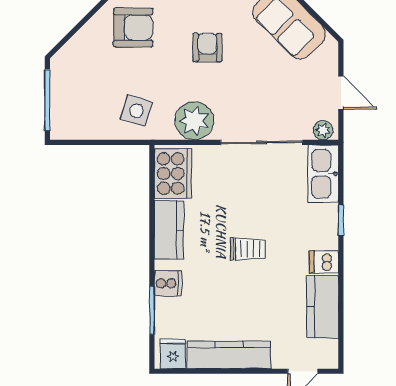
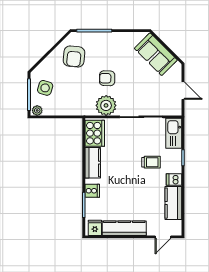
armchair: (133, 27) -> (74, 57), turned 96
armchair: (207, 48) -> (107, 78), moved, turned -89
side table: (136, 111) -> (45, 88), moved
plant: (323, 130) -> (37, 110), moved
trolley: (248, 249) -> (151, 162), moved

